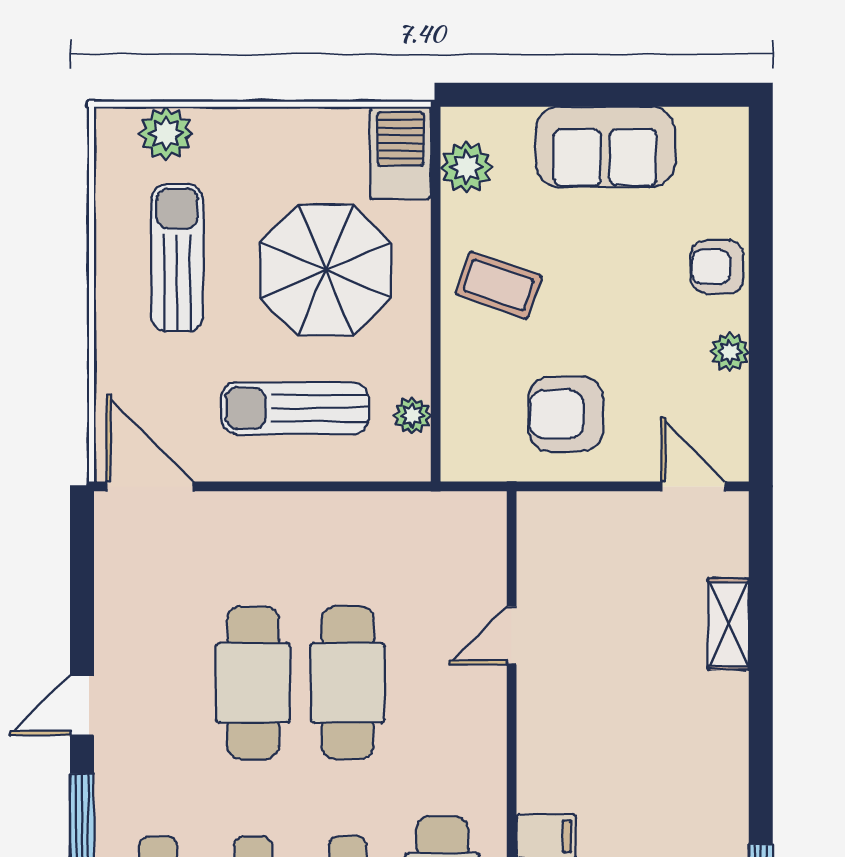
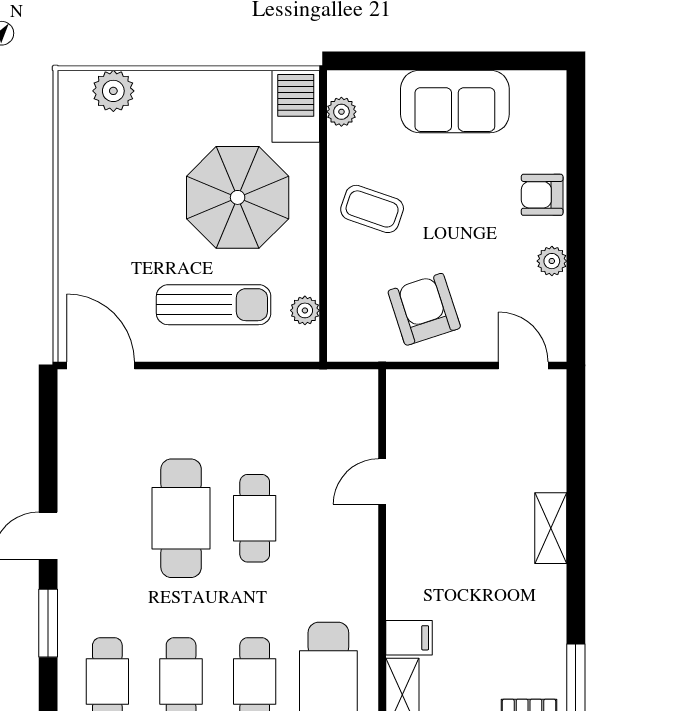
plant: (466, 167) -> (341, 112), width x0.73, depth x0.73
sun lounger: (177, 258) -> (122, 188), removed
sun lounger: (295, 408) -> (214, 305), turned 180
armchair: (566, 414) -> (424, 309), turned 72
shelving: (728, 624) -> (551, 528), moved
cafe table: (348, 683) -> (255, 518), width x0.73, depth x0.74

